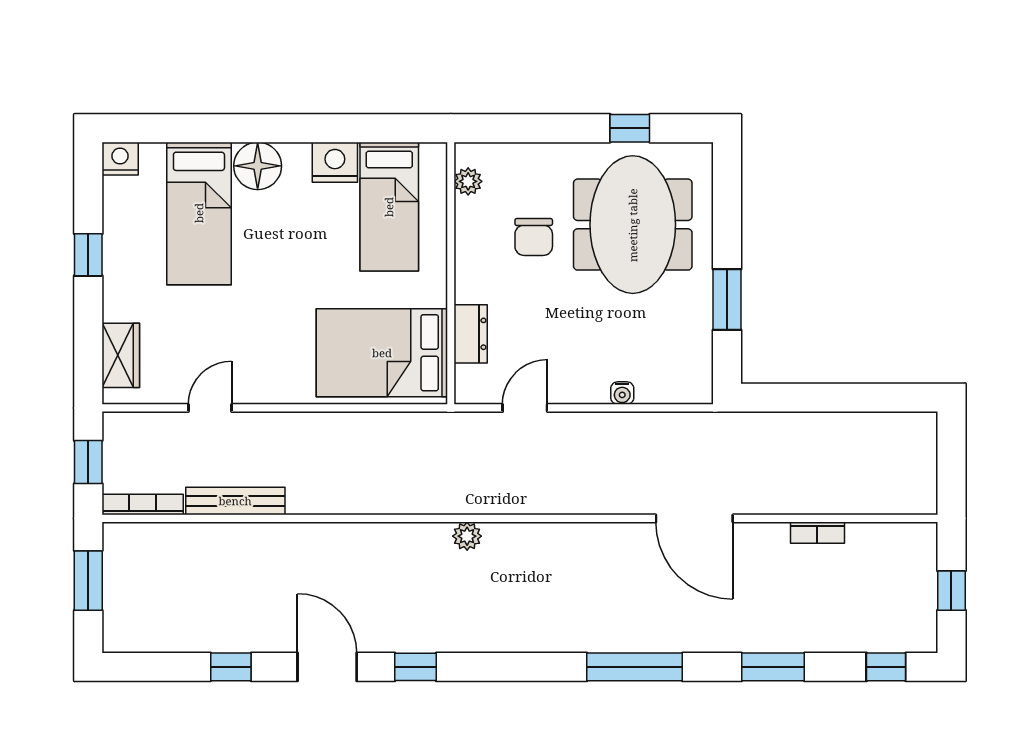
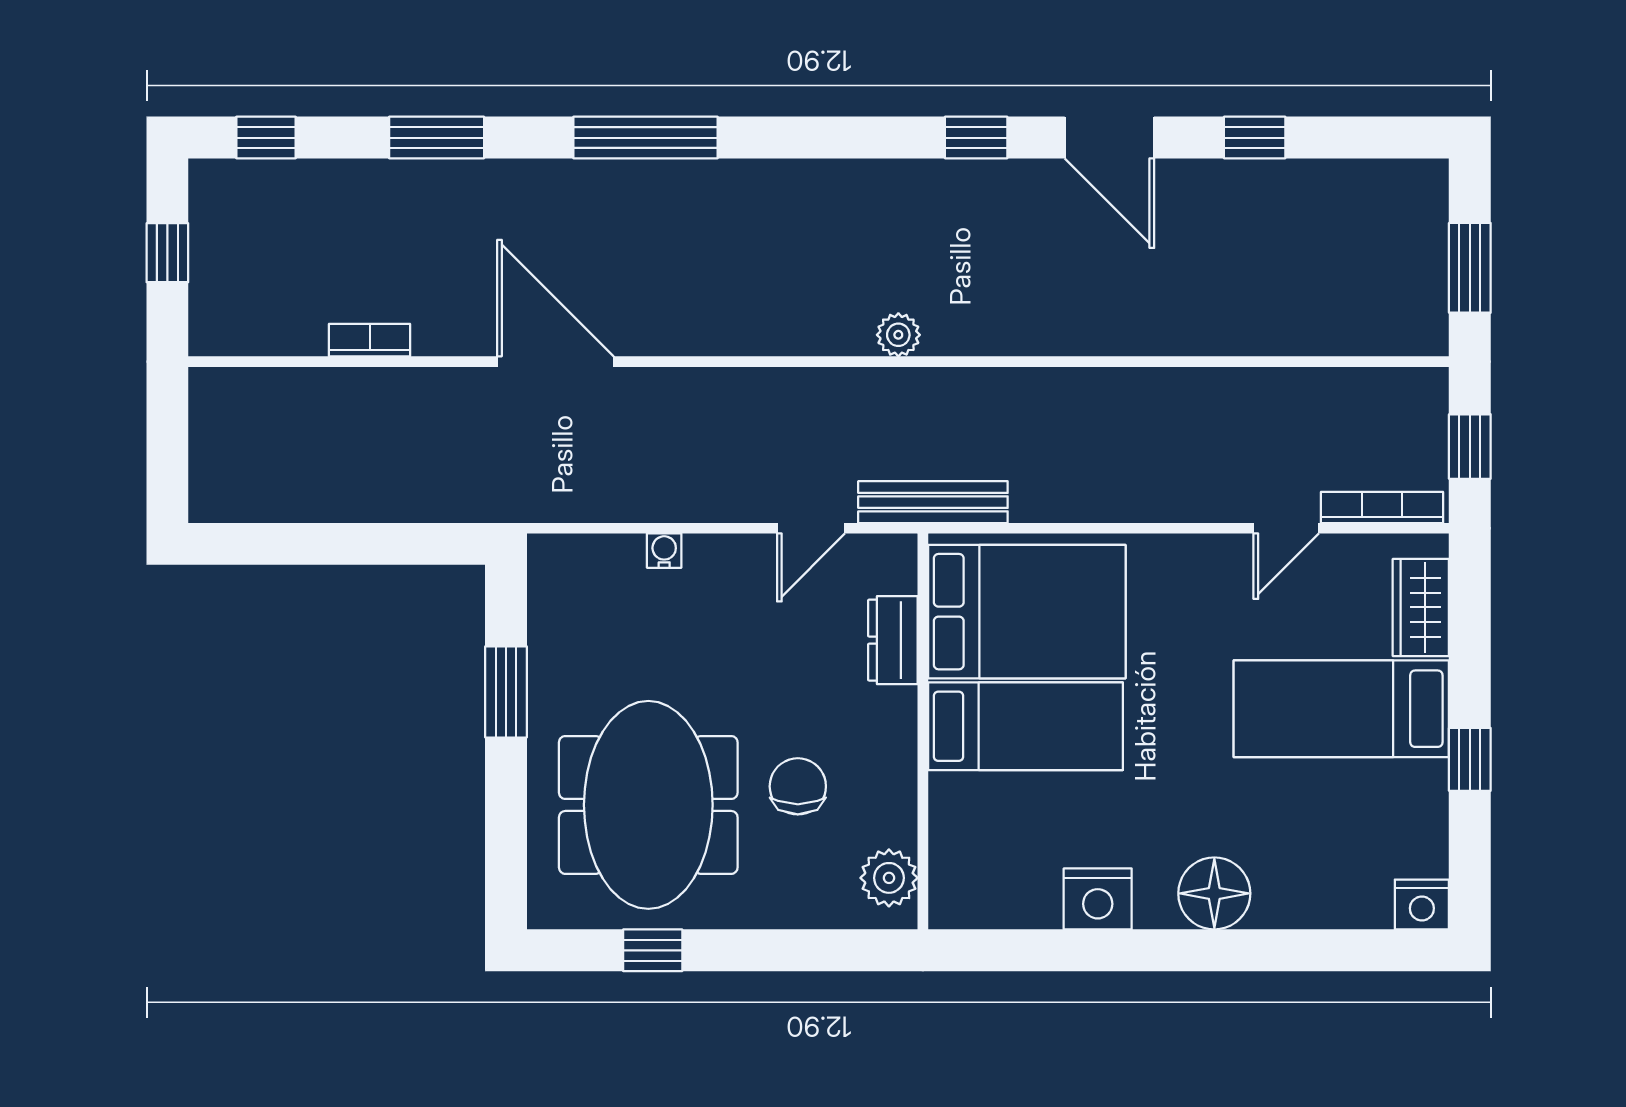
plant: (468, 181) -> (889, 878), width x1.38, depth x1.38
bed: (389, 207) -> (1025, 726), moved, turned 90
bed: (199, 213) -> (1341, 709), moved, turned -90
bench: (235, 501) -> (933, 502), moved
bookcase: (143, 505) -> (1382, 507), moved, turned 180

